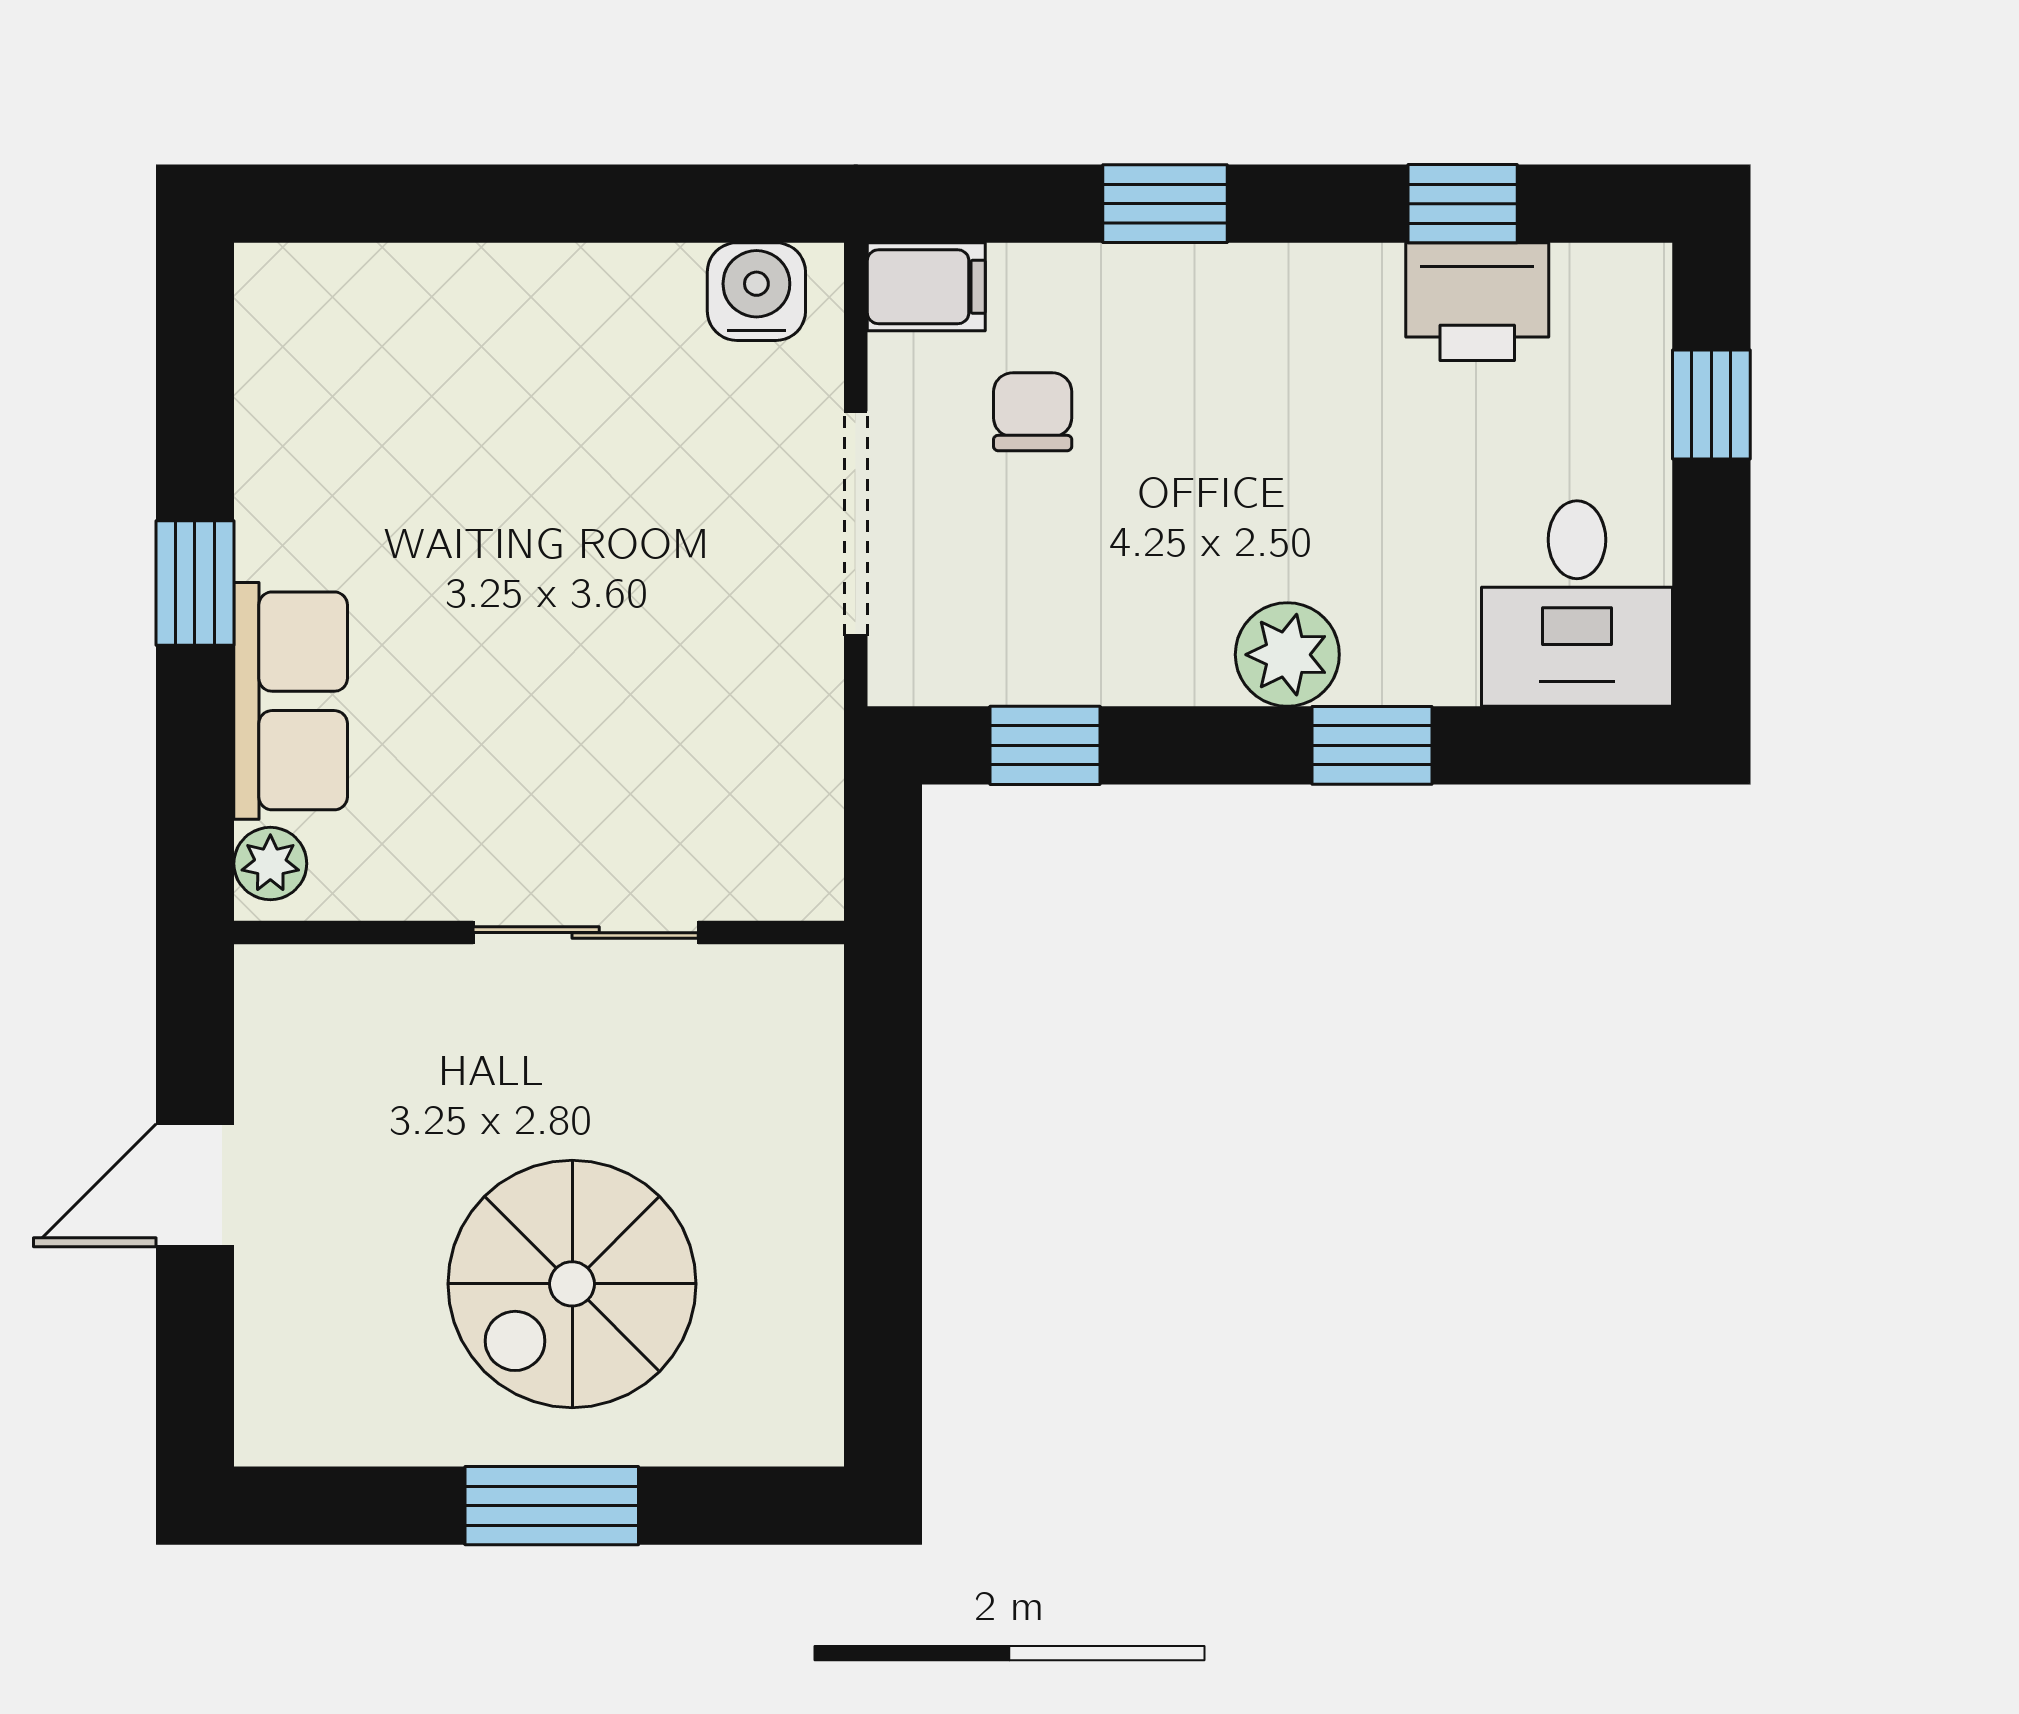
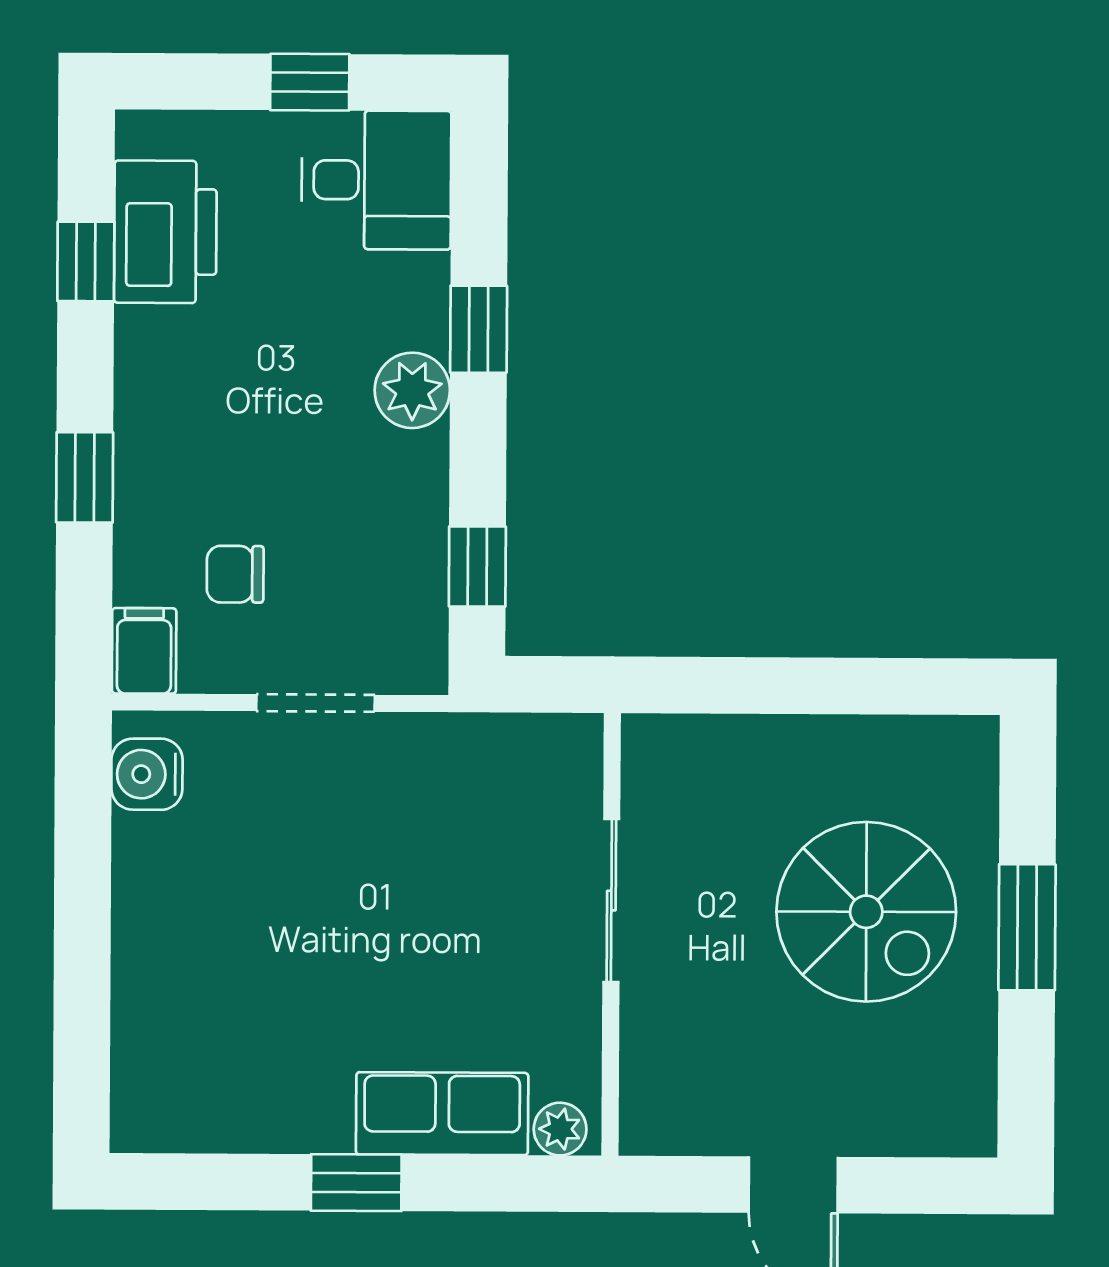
printer: (1477, 302) -> (165, 232), width x1.37, depth x1.19
window: (1711, 404) -> (310, 82), moved
doorway: (856, 523) -> (315, 703), width x0.73

